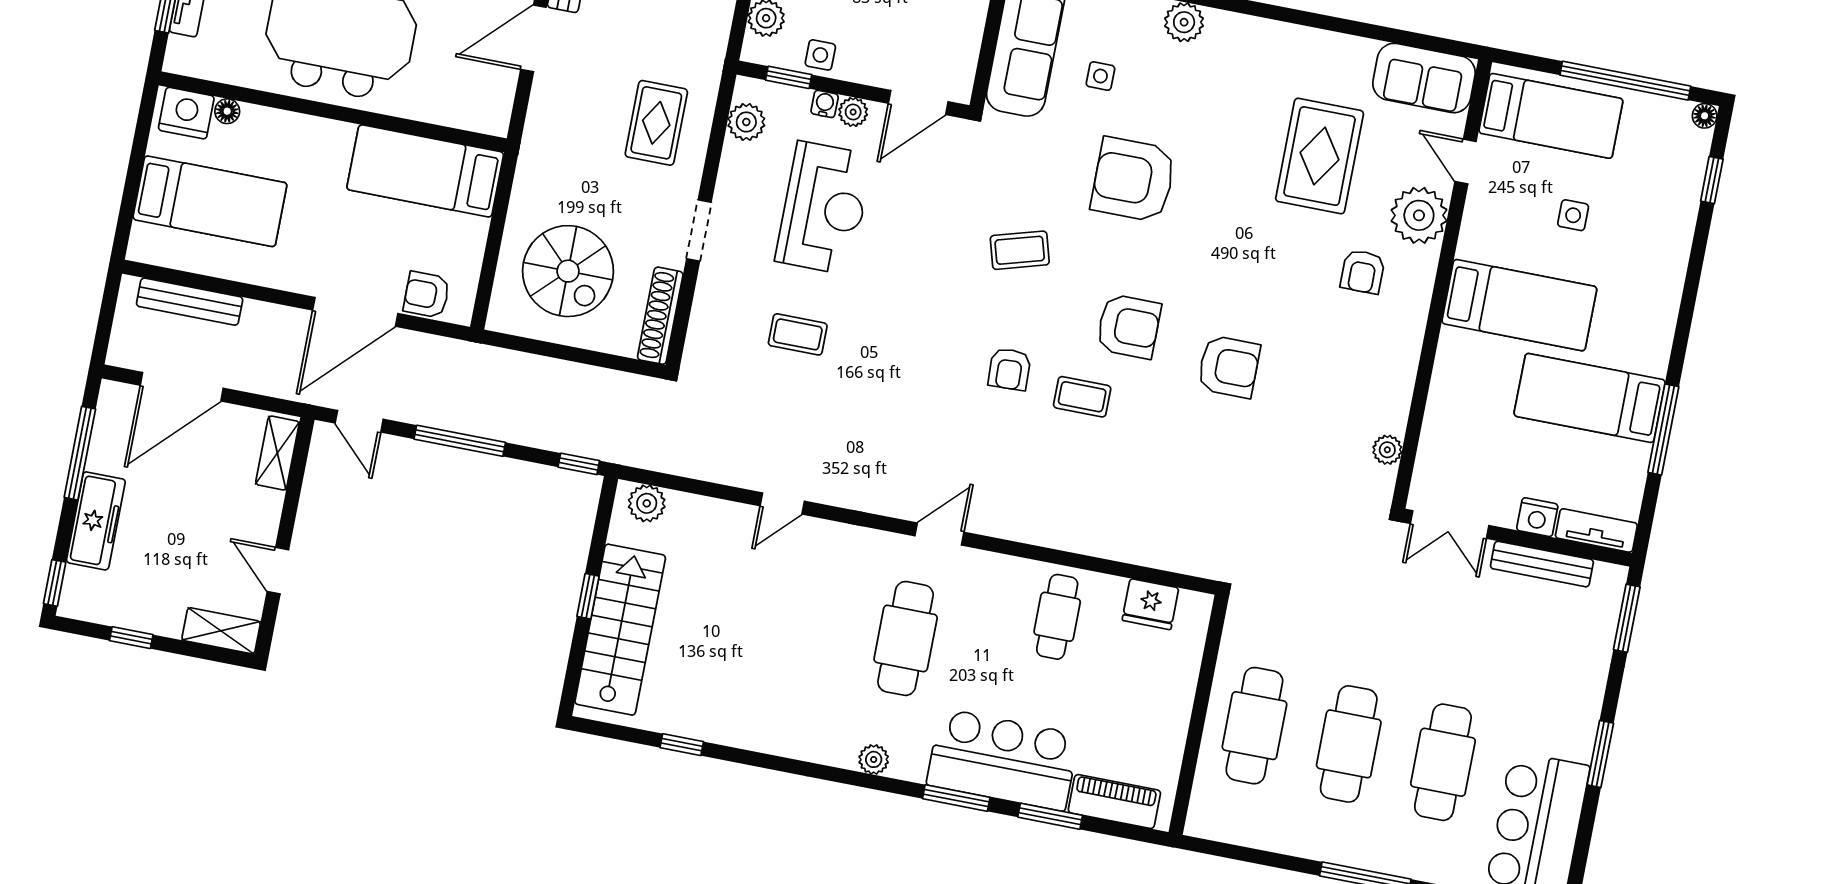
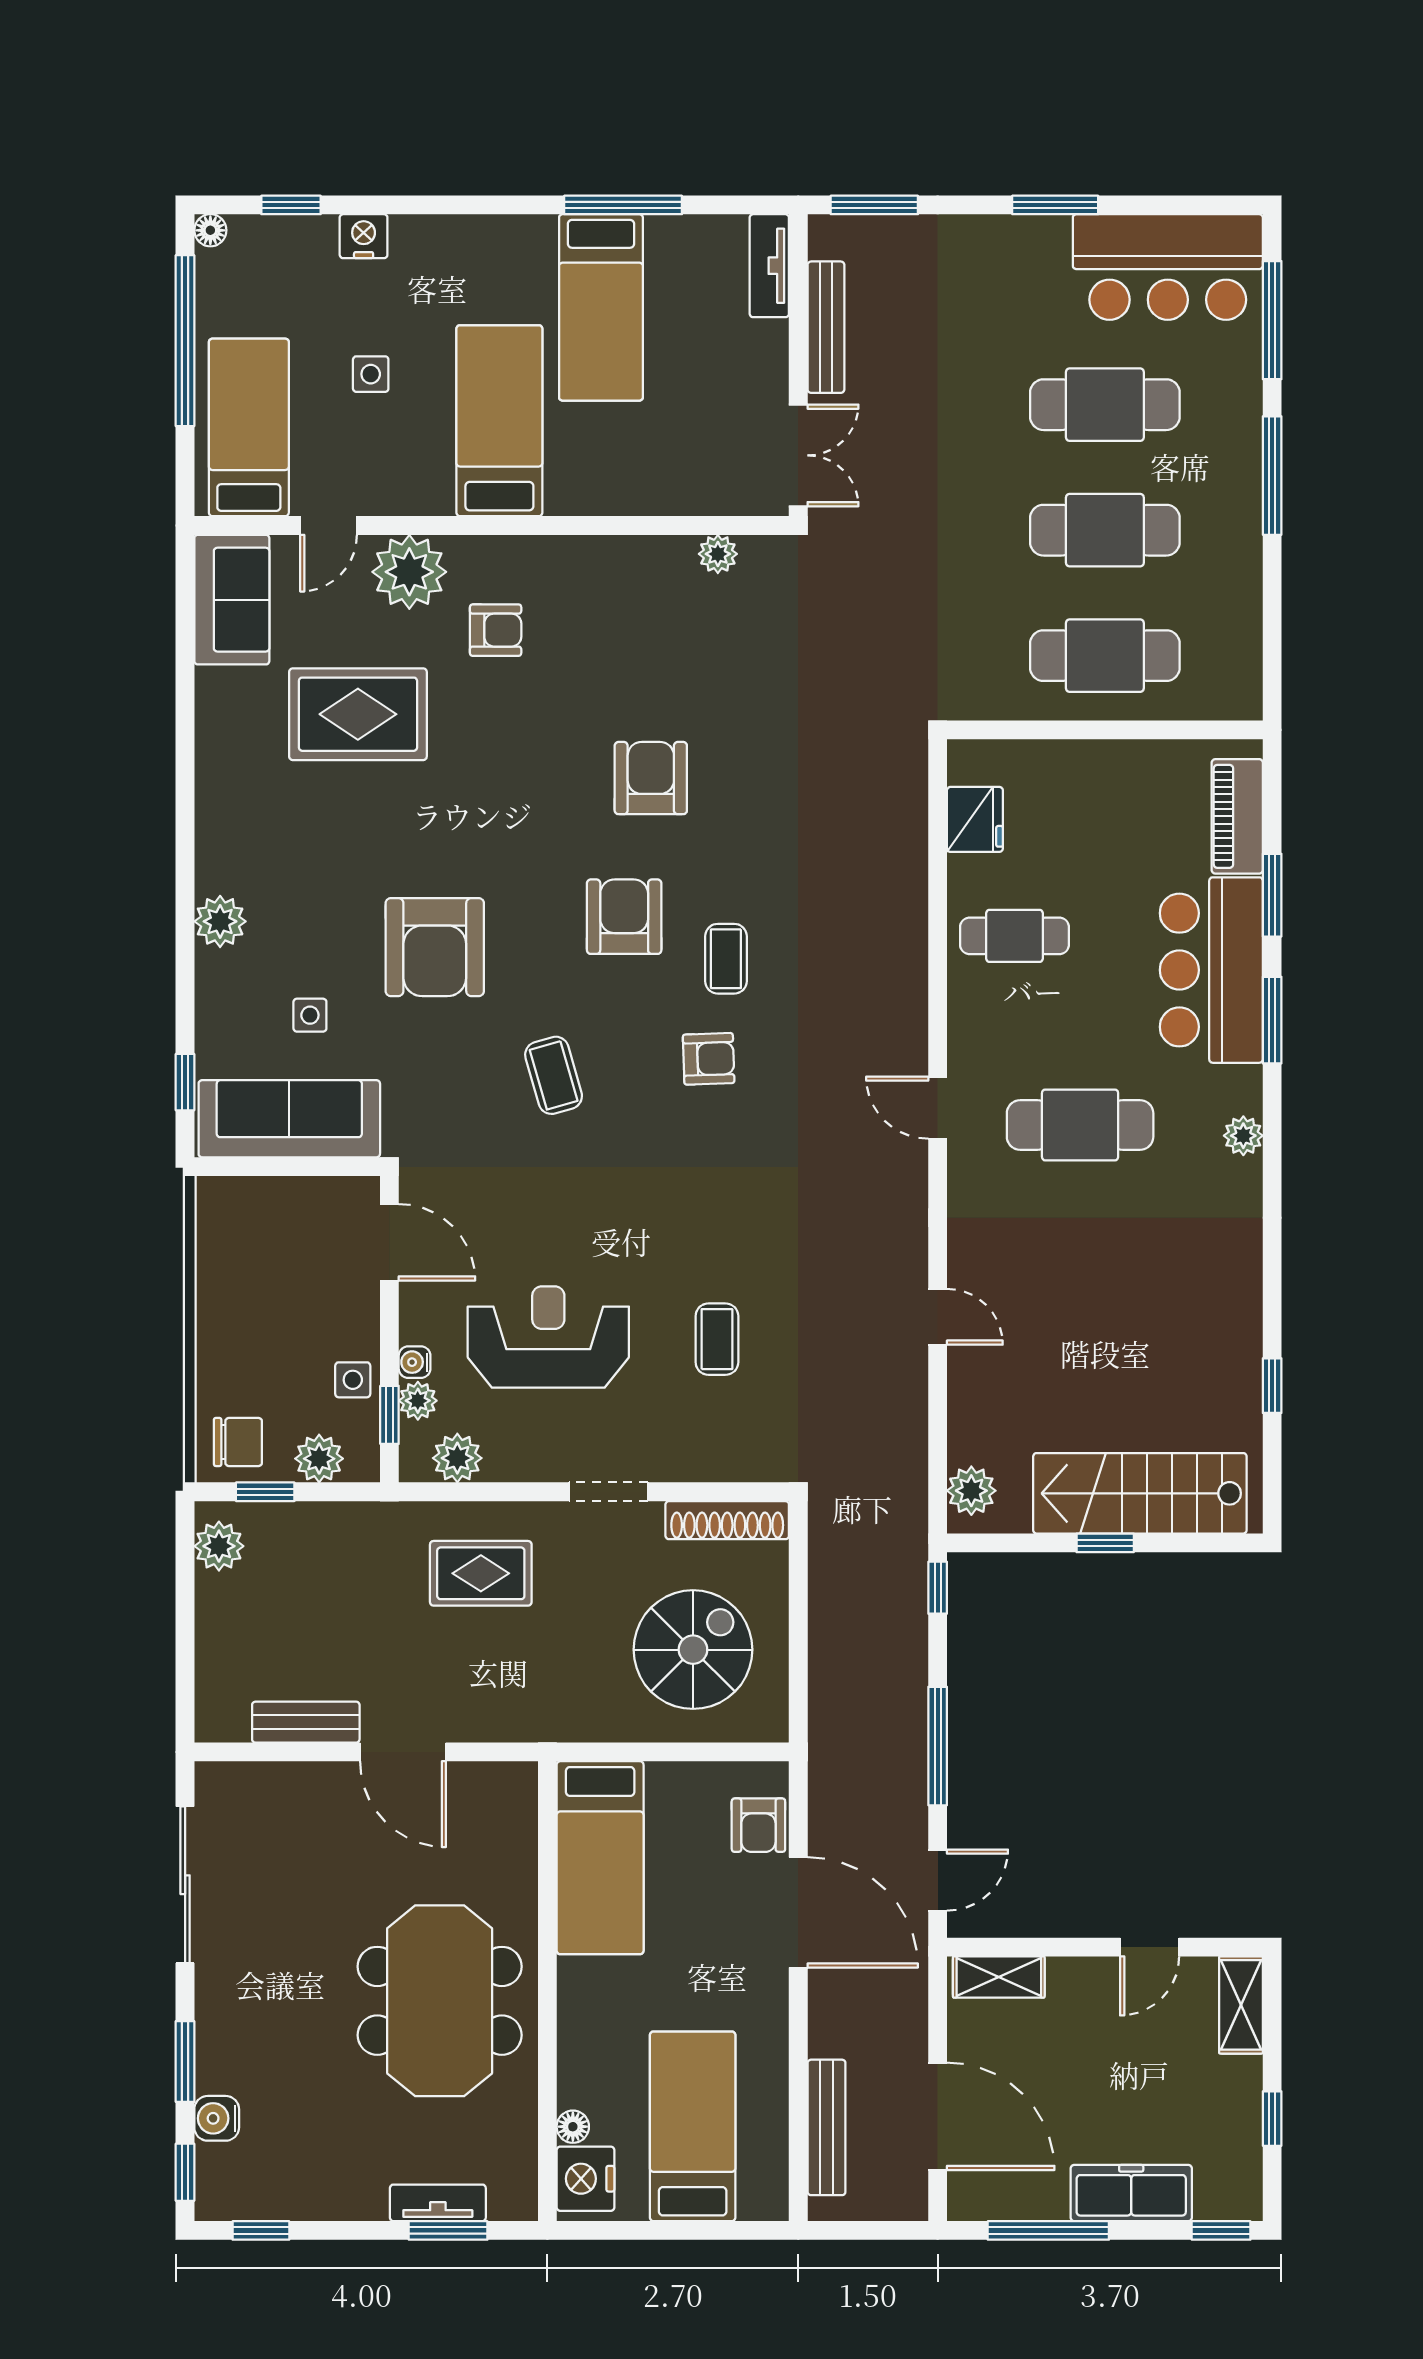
plant: (853, 112) -> (418, 1401), moved
nightstand: (1537, 517) -> (364, 236), moved, turned -90

